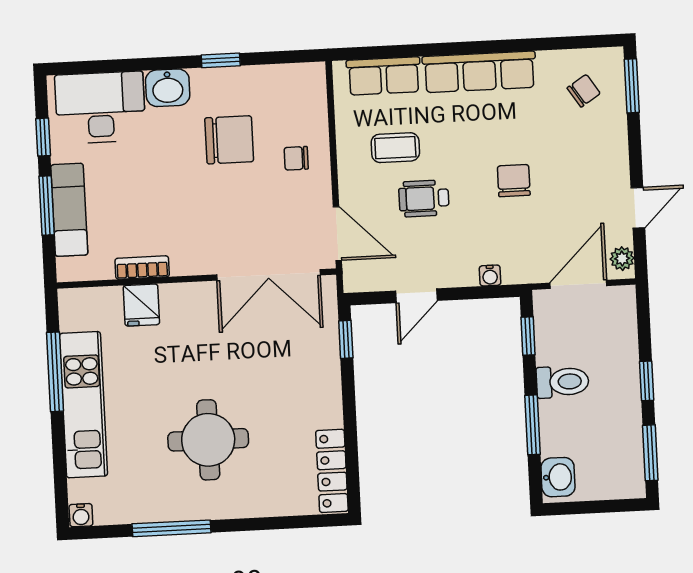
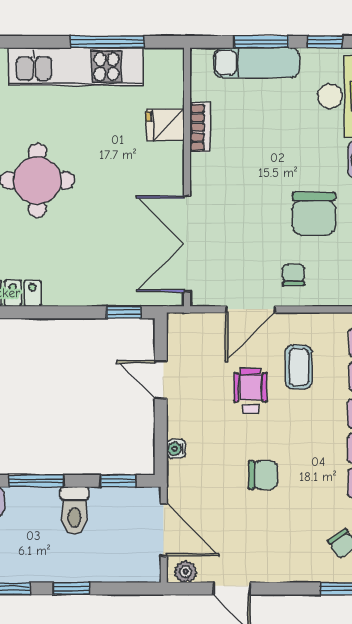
door: (337, 234) -> (250, 309), moved

